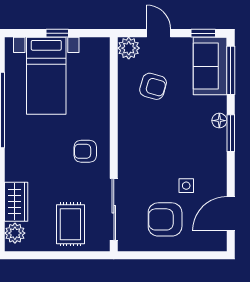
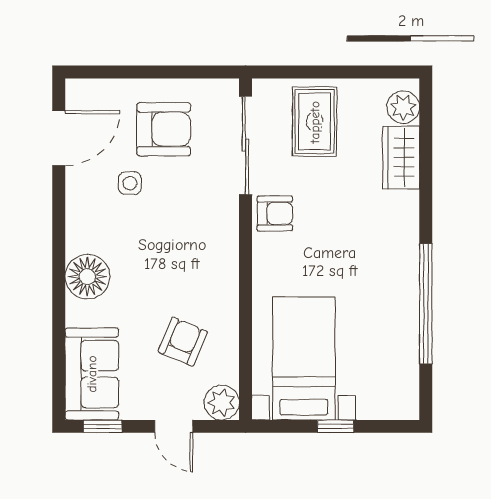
window: (231, 70) -> (59, 367), removed
bed with nightstands: (46, 76) -> (304, 359), moved
armchair: (153, 86) -> (183, 342), turned 97
floor lamp: (219, 121) -> (87, 277), width x1.89, depth x1.89
window: (231, 133) -> (59, 267), removed
armchair: (85, 151) -> (275, 213), moved

